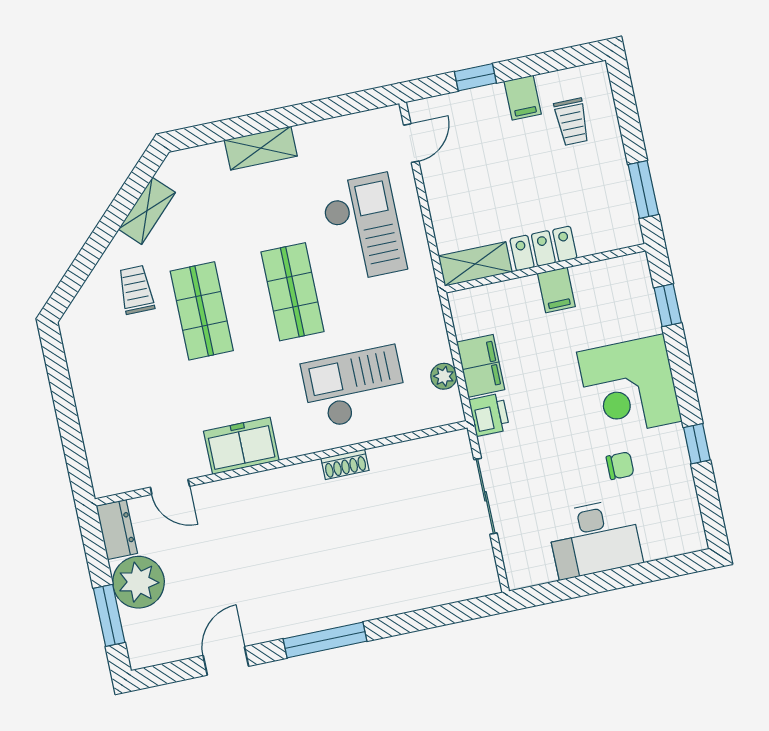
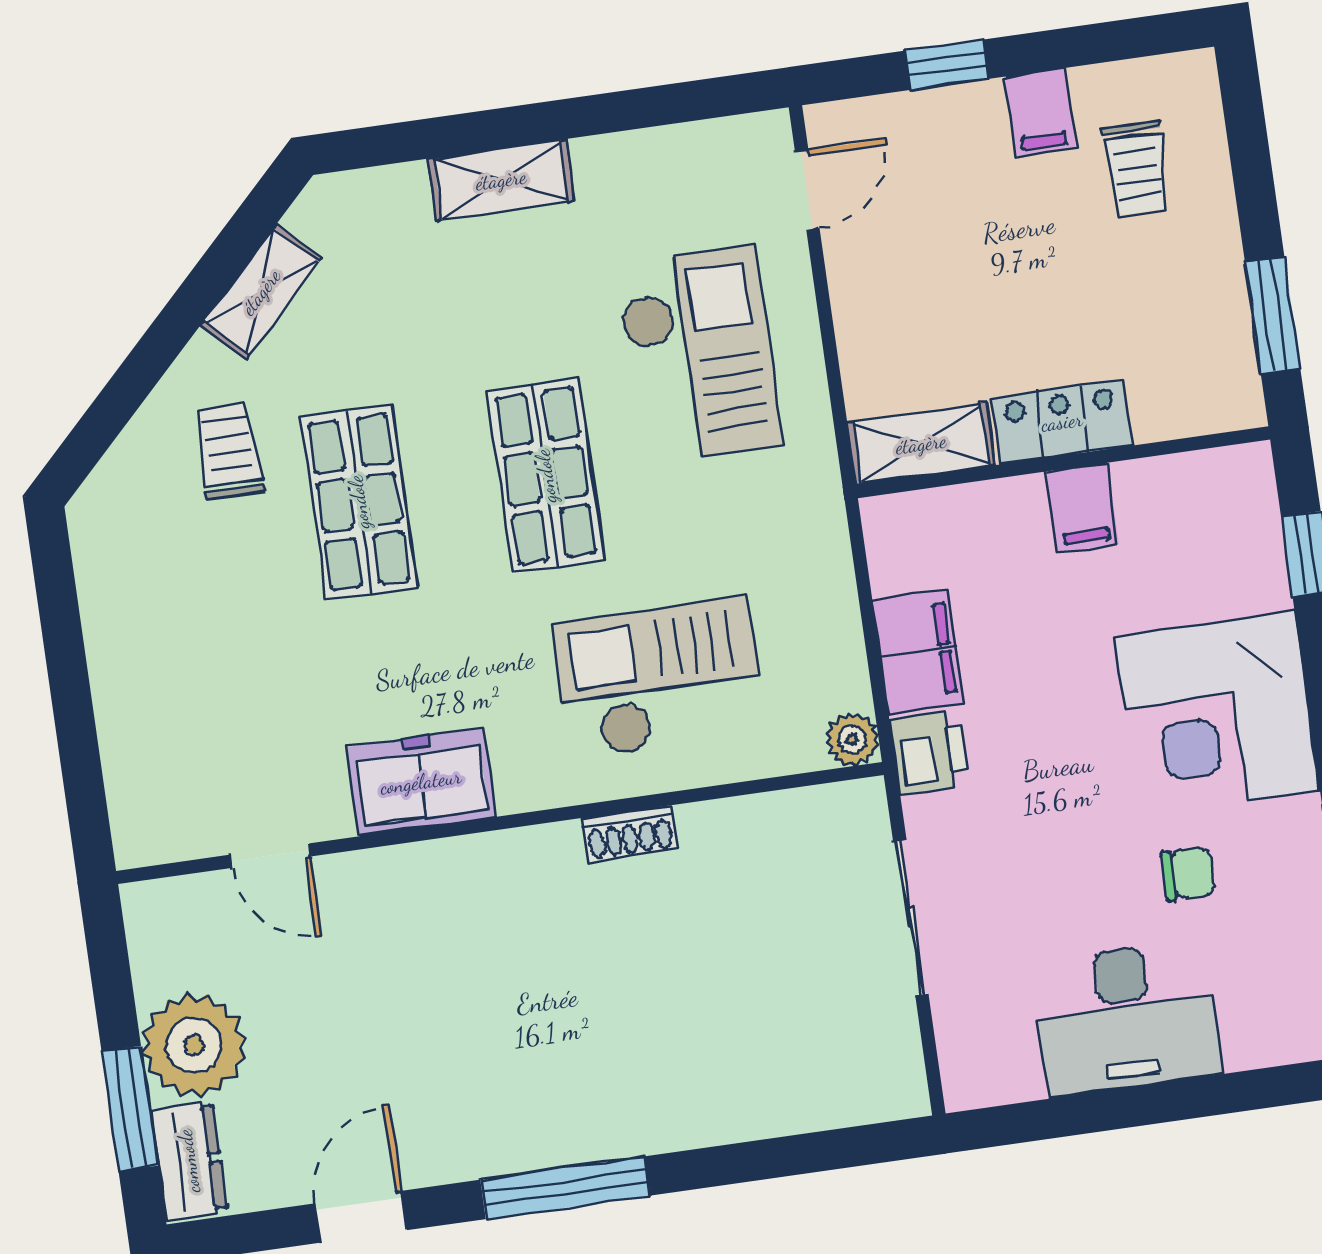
plant: (444, 376) -> (852, 739), moved
dresser: (117, 530) -> (189, 1161), moved

